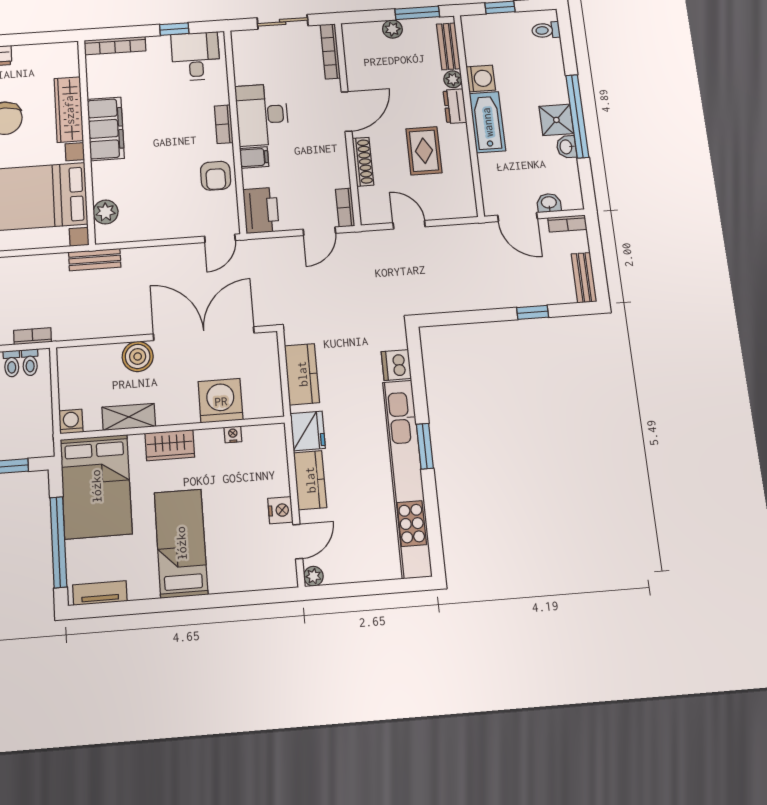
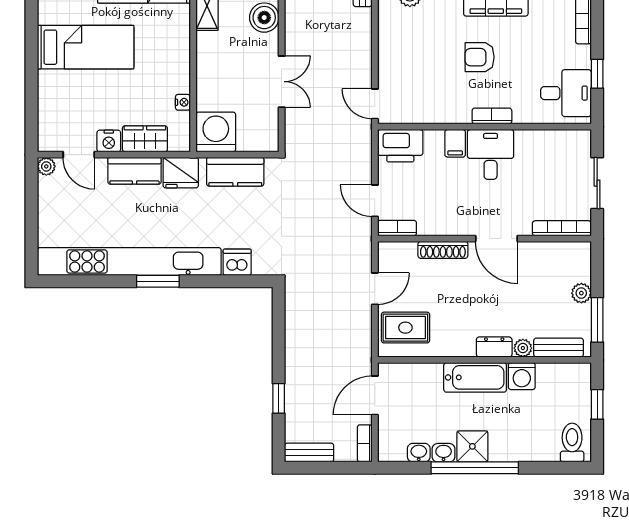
toilet: (546, 30) -> (572, 443), width x1.37, depth x1.39
desk: (262, 115) -> (491, 154), width x0.73
rug: (424, 151) -> (405, 328), moved
armchair: (216, 176) -> (480, 57), moved
washbasin: (549, 203) -> (419, 453), moved, turned -90
double door: (204, 334) -> (282, 82), width x0.54
washing machine: (221, 401) -> (216, 132), moved, turned -90
wardrobe: (170, 445) -> (145, 139), moved, turned 90

